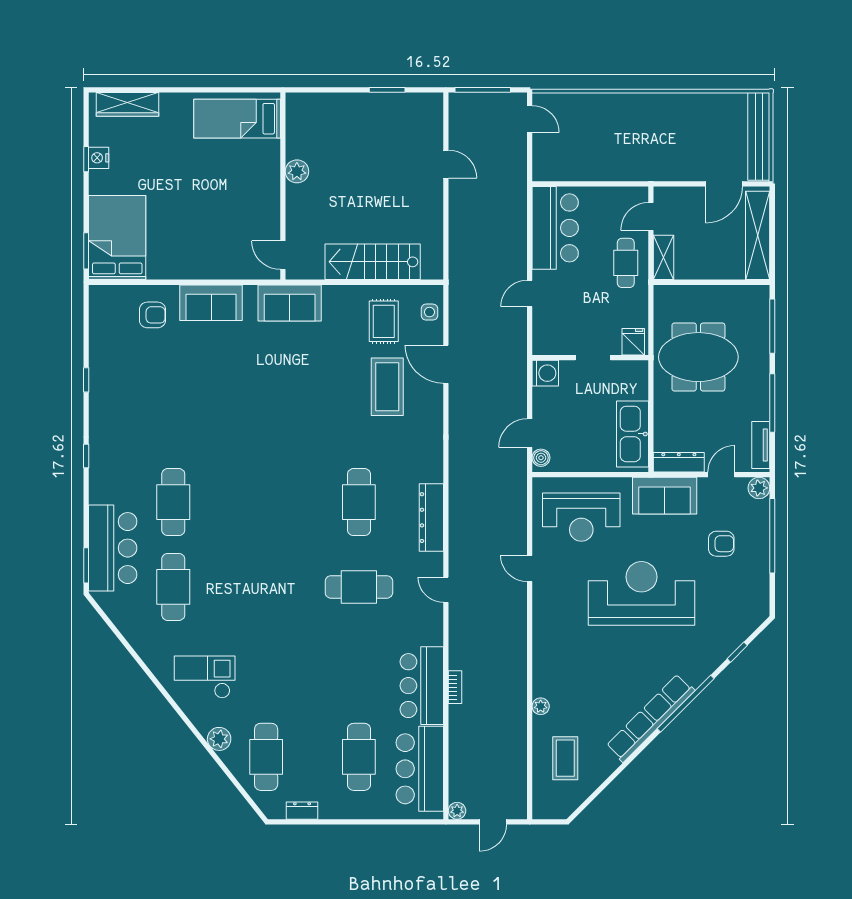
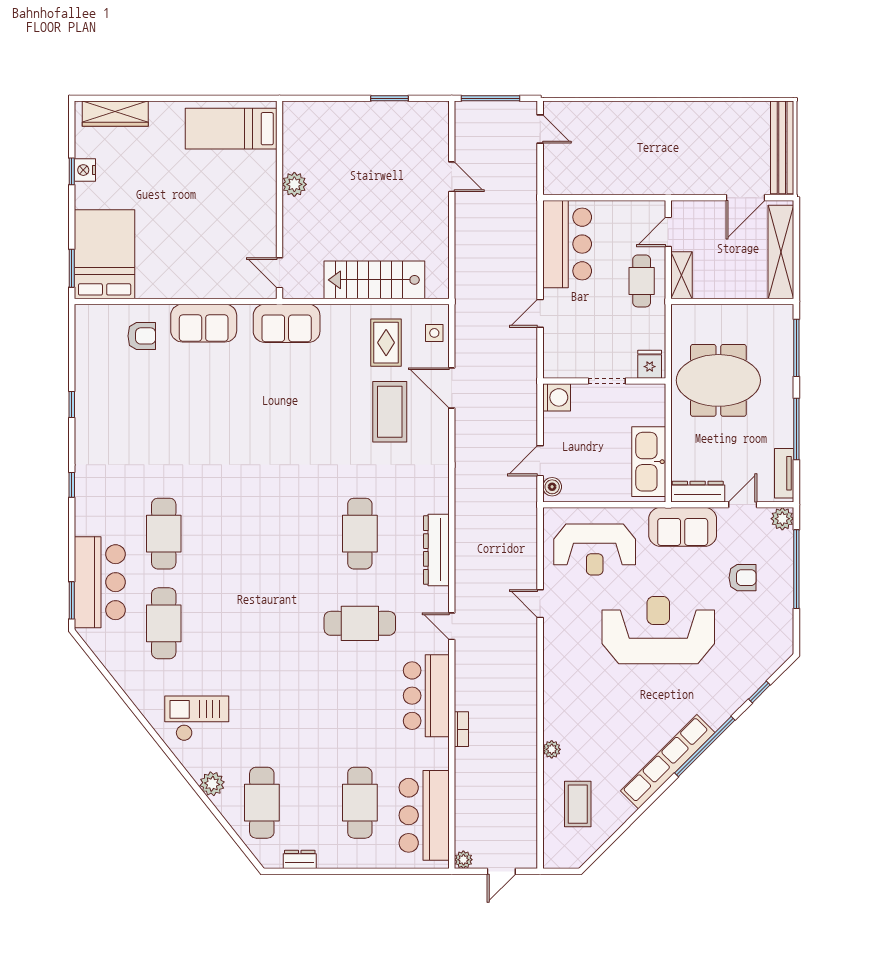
bar counter: (422, 686) -> (426, 696), moved

